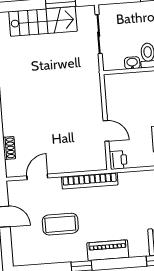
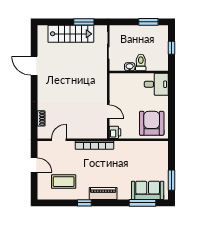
coffee table: (60, 224) -> (64, 182), moved

